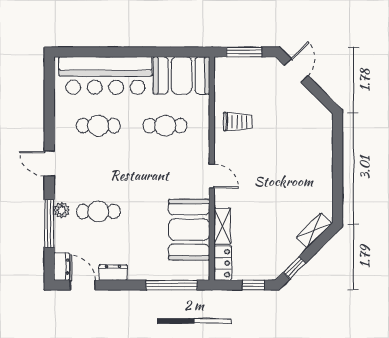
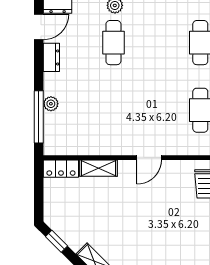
booth: (189, 230) -> (95, 135), removed
plant: (159, 273) -> (51, 104), added
window: (253, 285) -> (39, 199), removed

